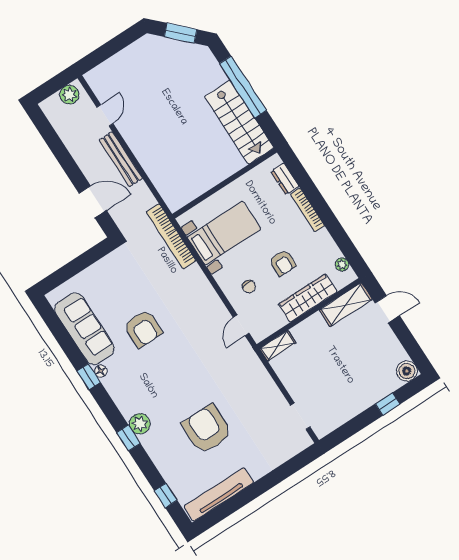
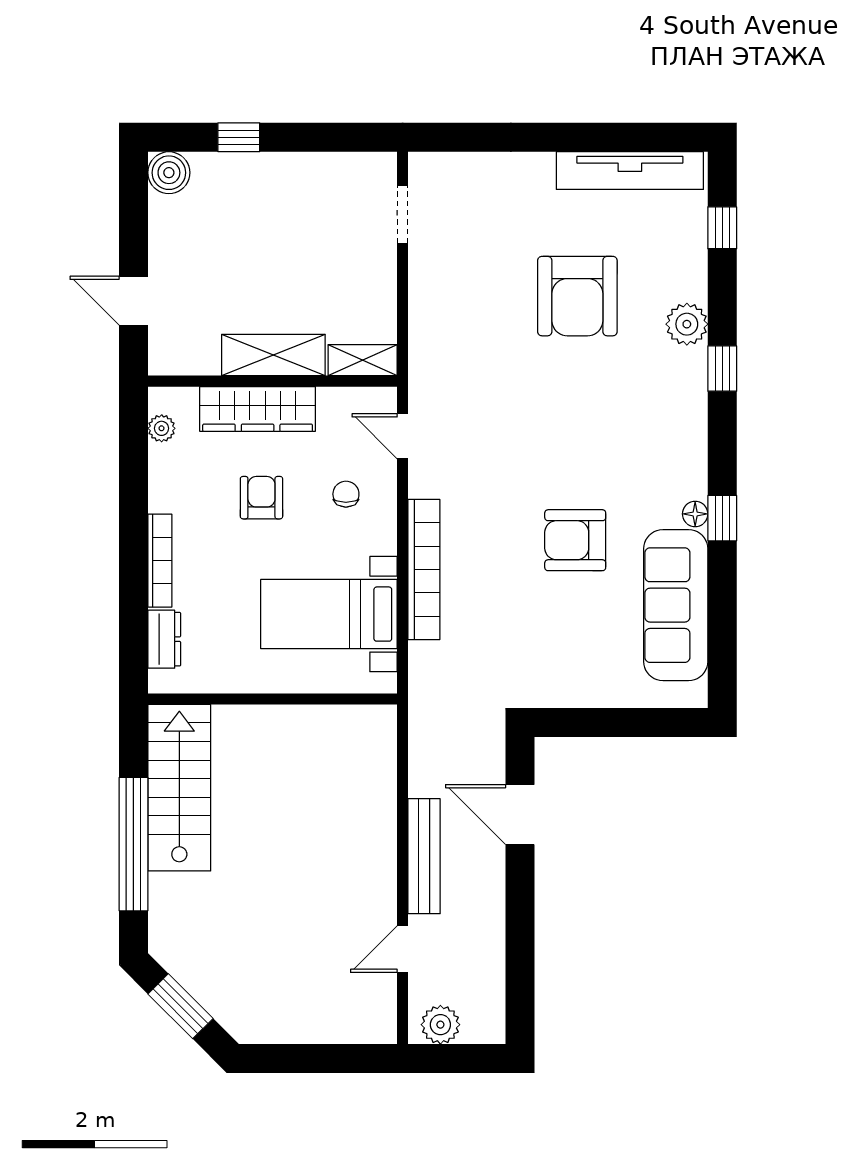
bookcase: (171, 236) -> (424, 570), moved
shelving: (346, 305) -> (273, 355), moved
door: (241, 325) -> (403, 436), swing flipped
armchair: (143, 329) -> (575, 540), turned -90
plant: (140, 424) -> (687, 324), moved

